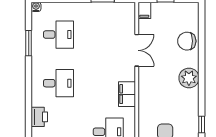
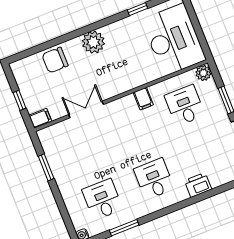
chair: (187, 41) -> (55, 60), turned 90
filing cabinet: (127, 94) -> (143, 99), width x0.50

